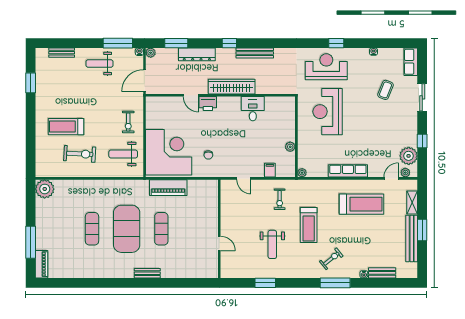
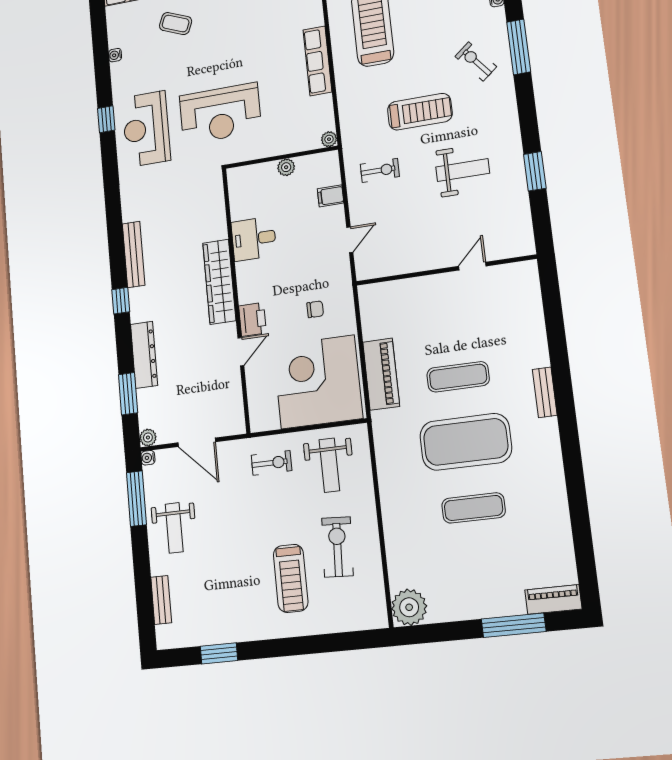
wardrobe: (232, 87) -> (219, 282), moved
door: (191, 95) -> (241, 352), moved
wall: (220, 95) -> (236, 299), moved
printer: (208, 104) -> (252, 319), moved
desk: (253, 109) -> (254, 239), moved

